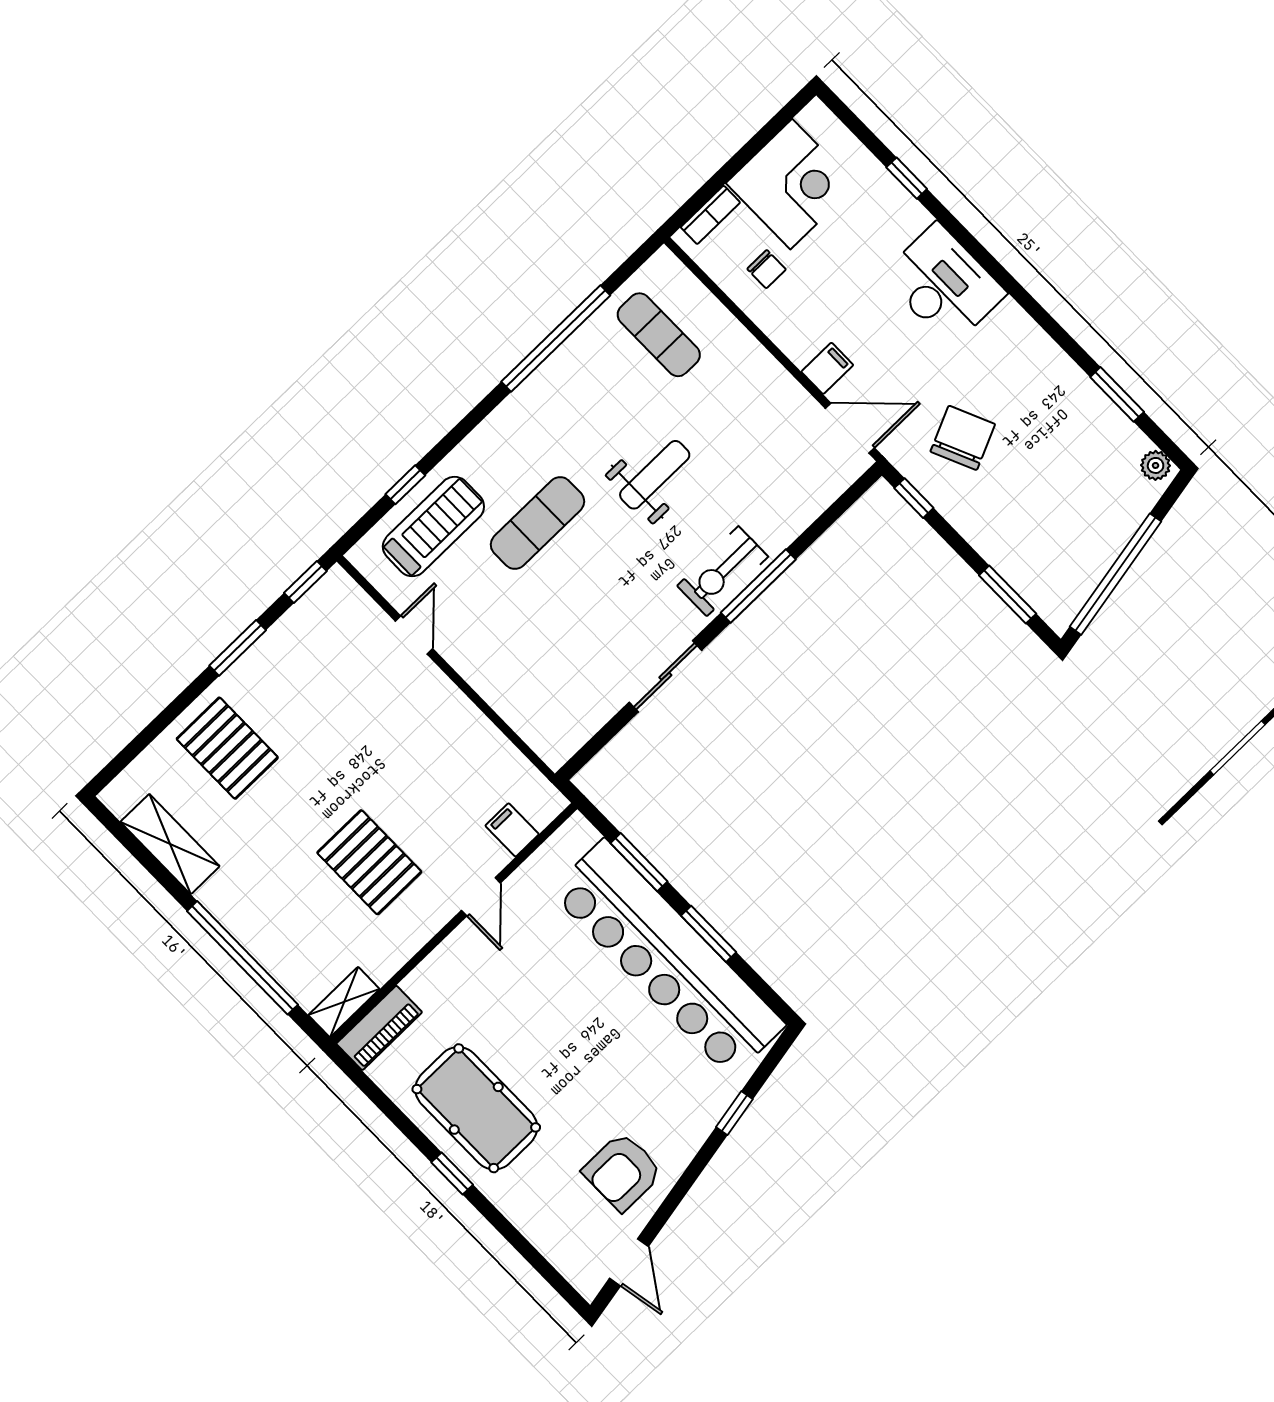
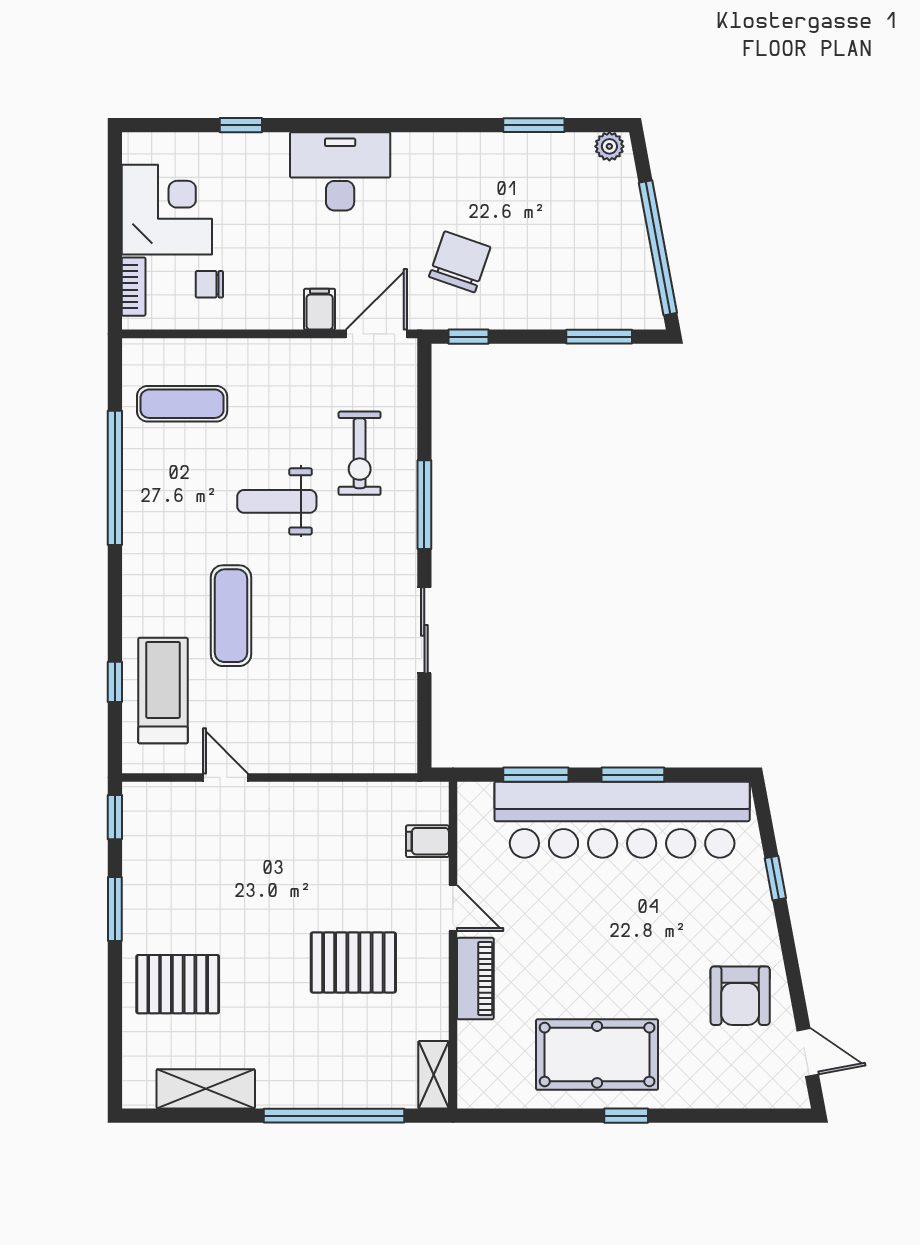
chair: (767, 269) -> (209, 284), turned 180
chair: (963, 438) -> (460, 262), turned 43
weight bench: (655, 475) -> (277, 501), turned -90
exercise bike: (723, 571) -> (360, 453), moved
piano: (379, 1028) -> (475, 979), moved

